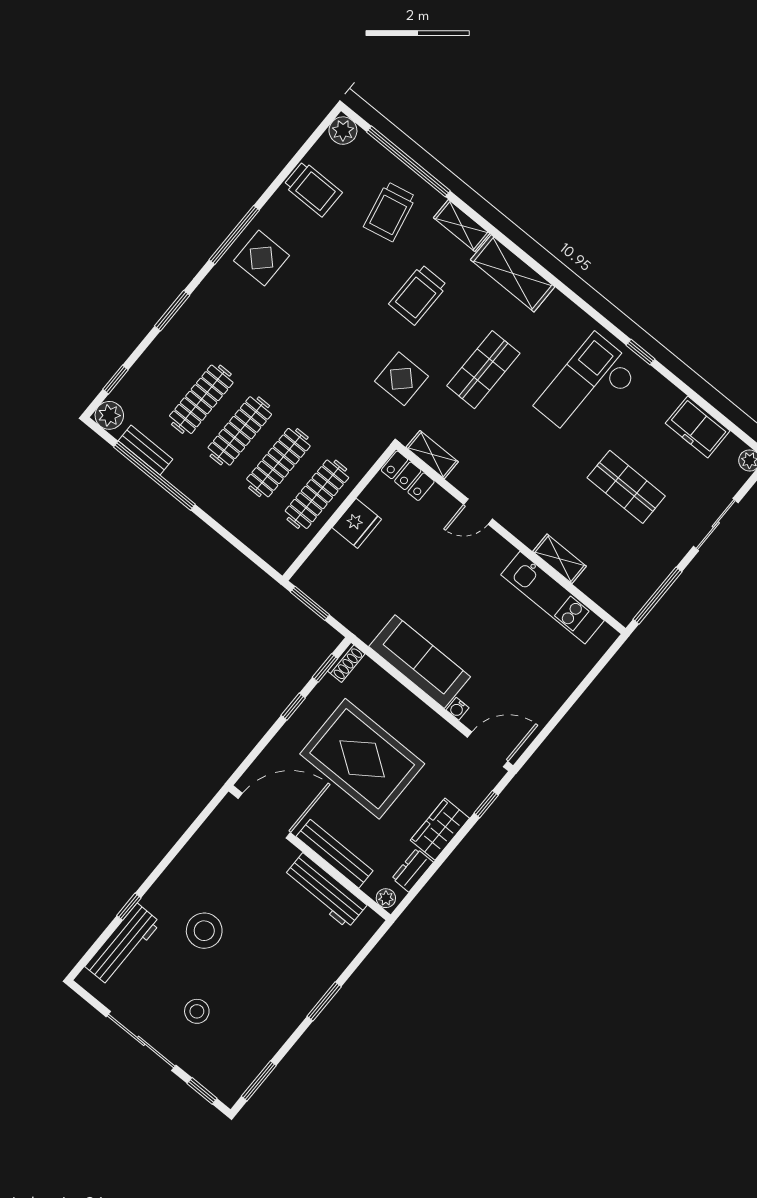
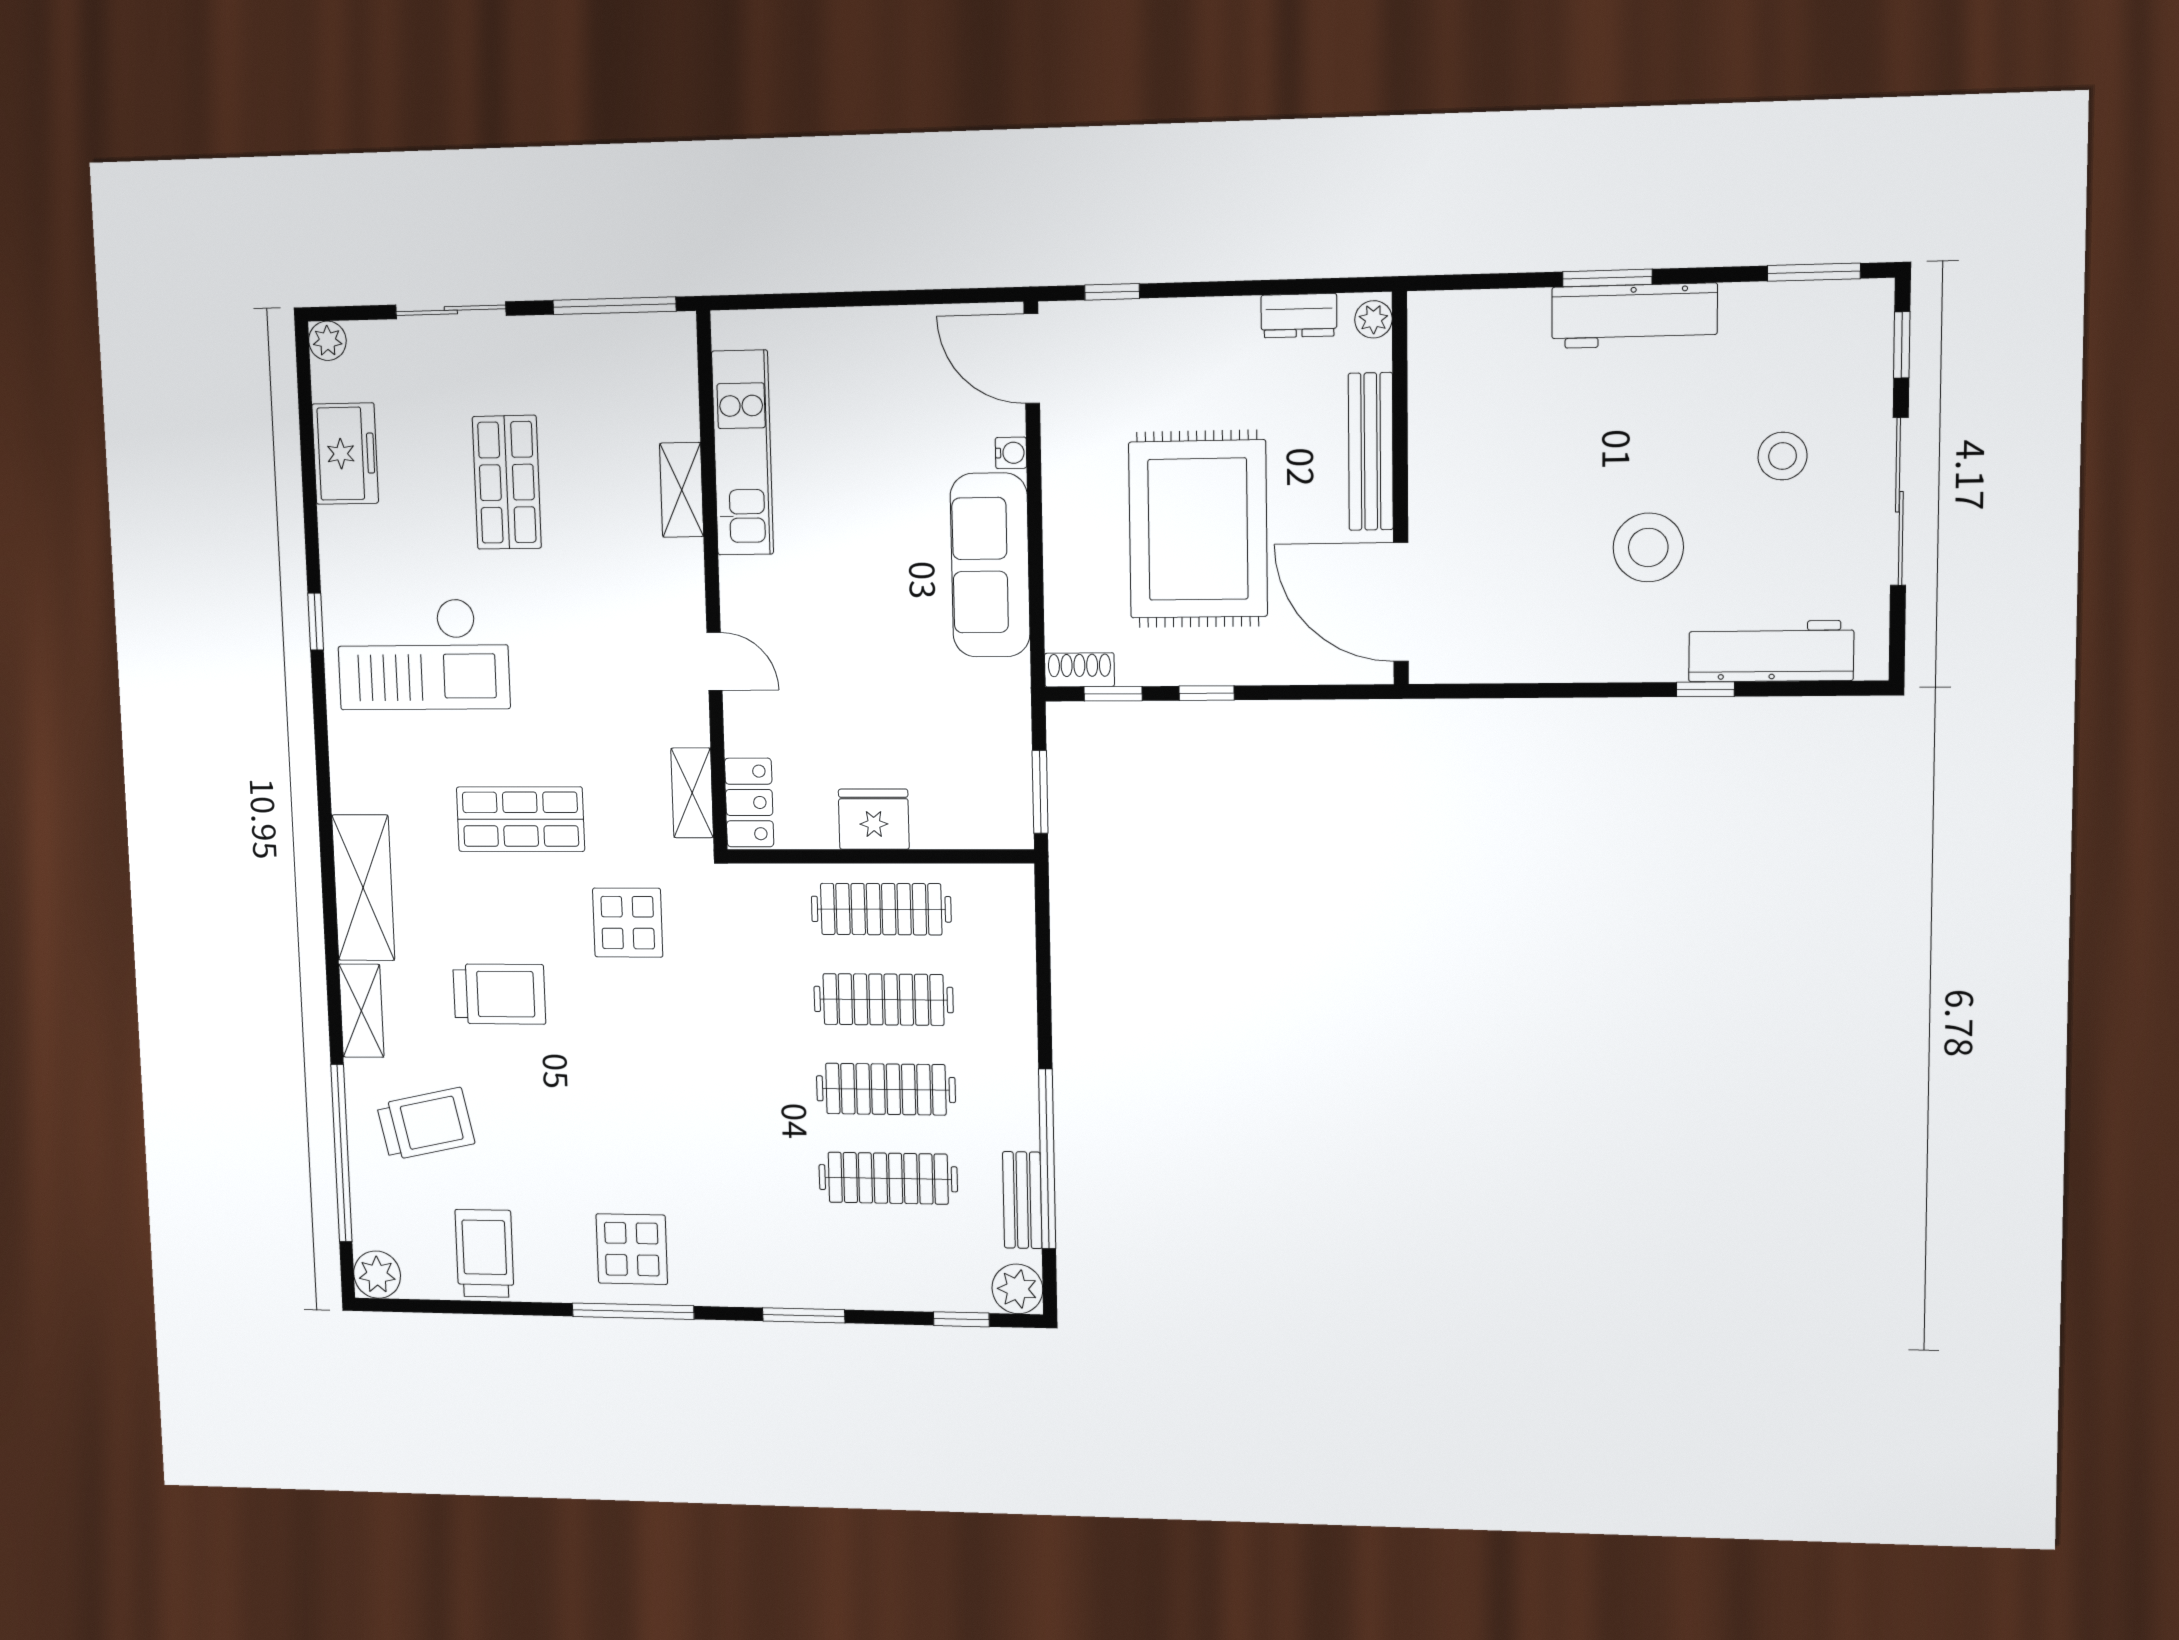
wardrobe: (440, 829) -> (1205, 328), removed
workbench: (325, 891) -> (1634, 316), moved, turned 90

